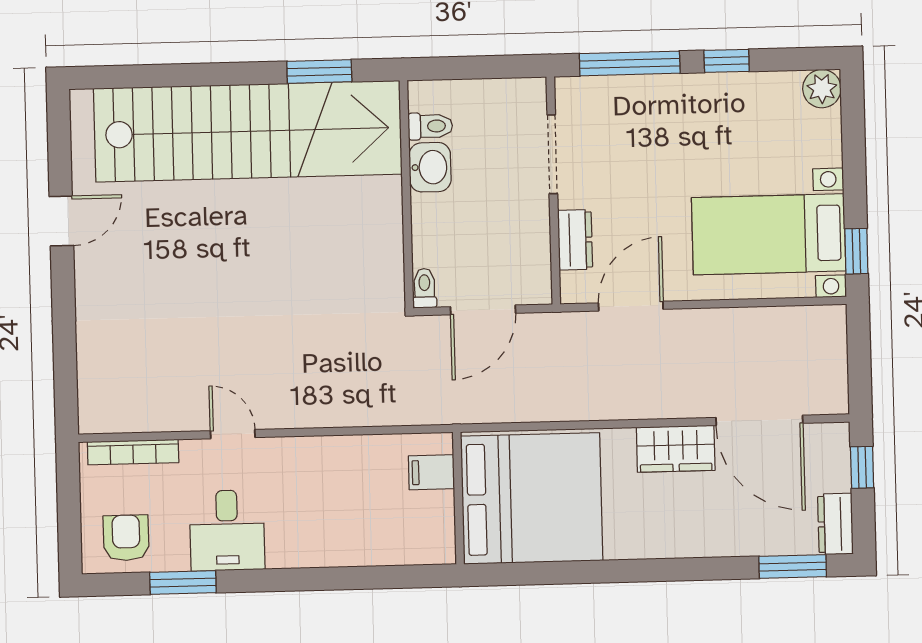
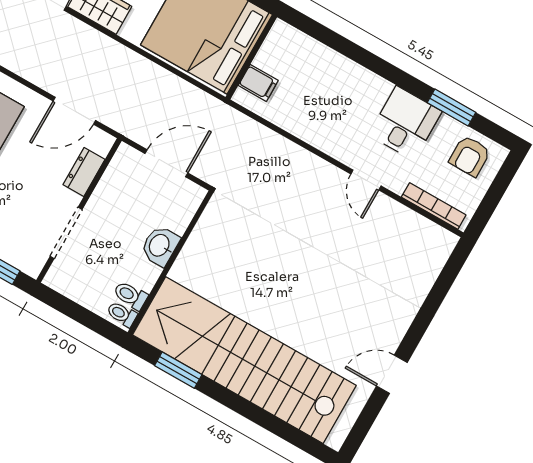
washbasin: (430, 167) -> (160, 246), moved
toilet: (424, 288) -> (122, 314), moved, turned 90

